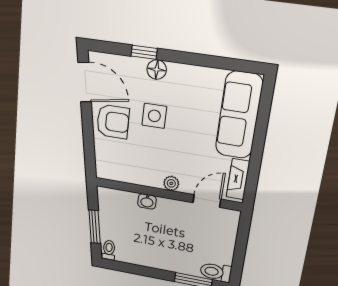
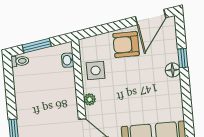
side table: (154, 116) -> (96, 70), moved
armchair: (113, 122) -> (126, 45), turned 90
washbasin: (147, 201) -> (68, 60), moved

